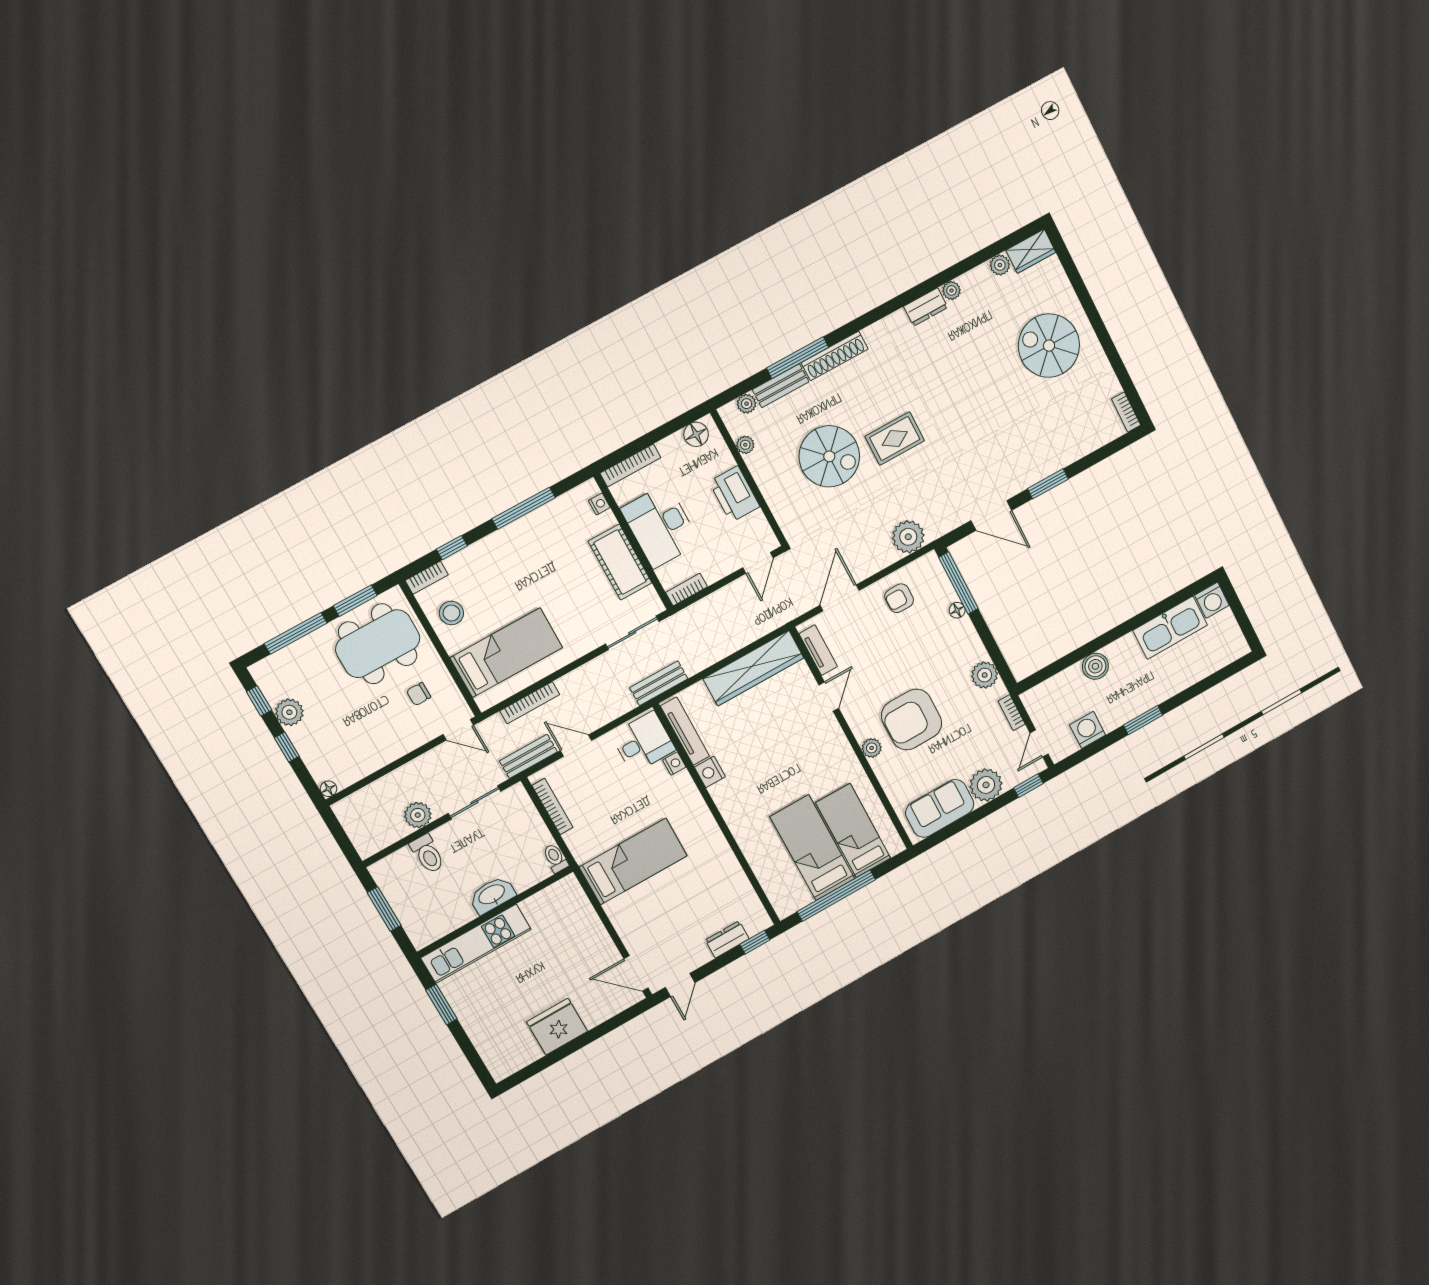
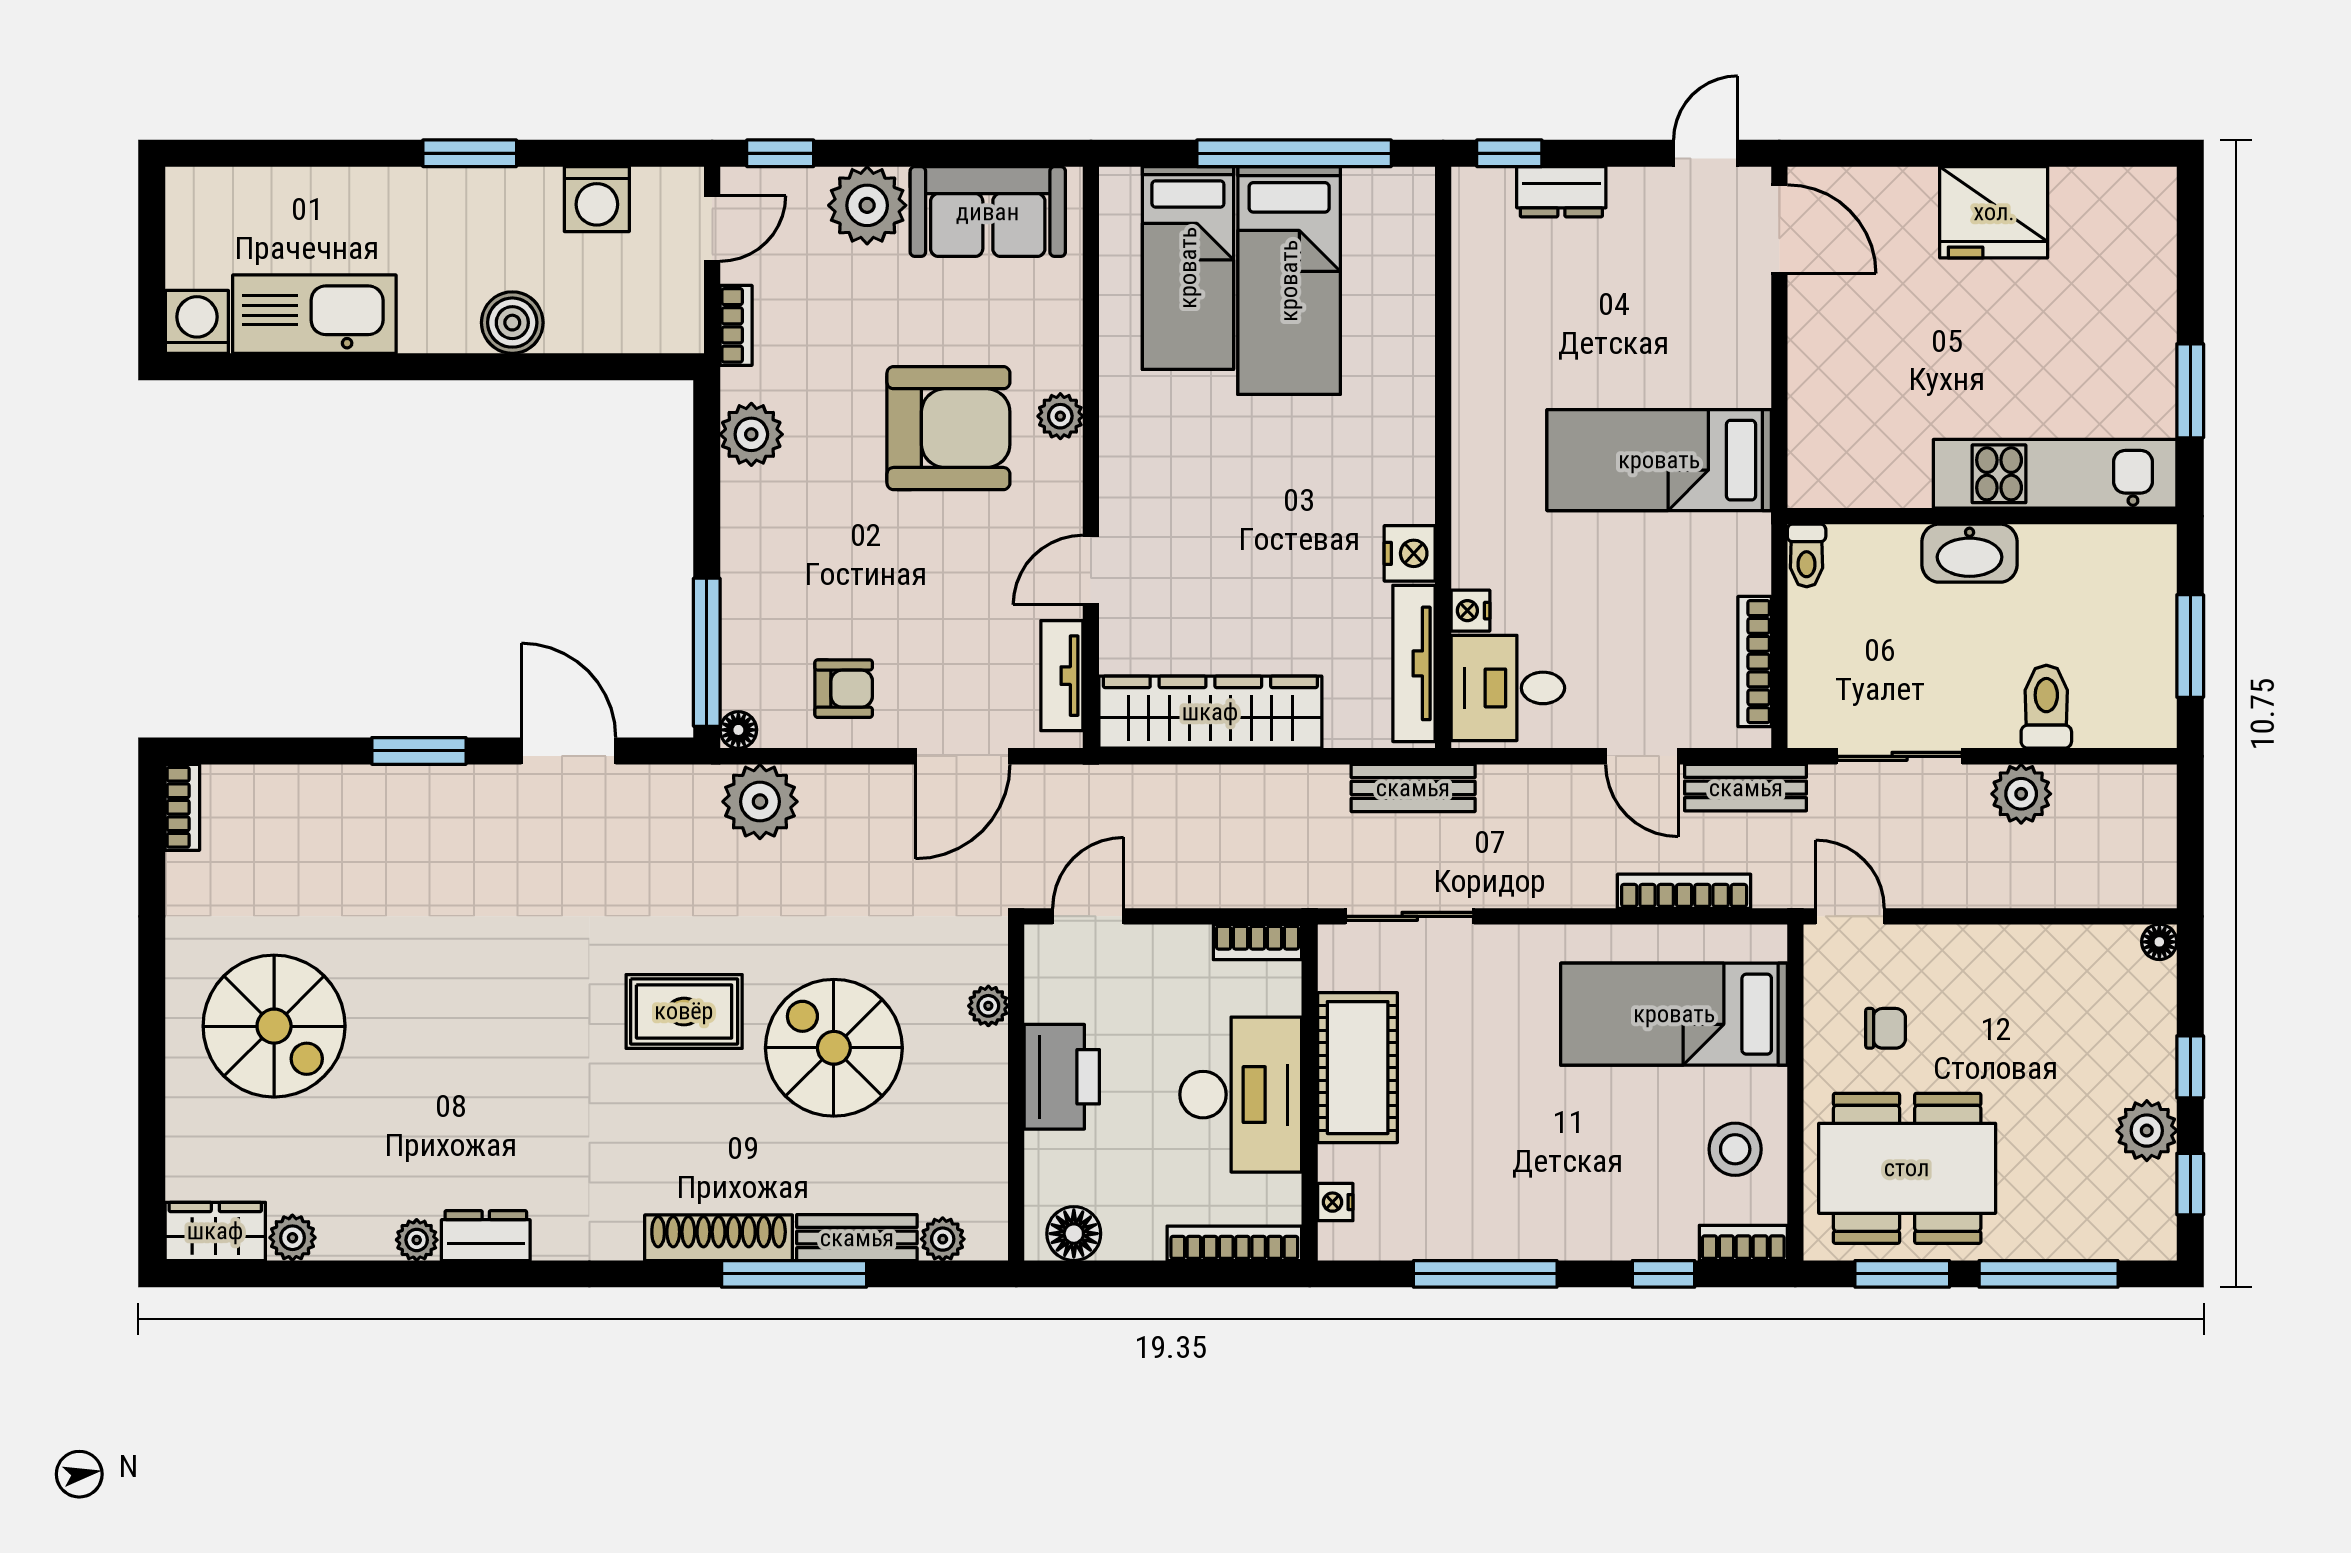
plant: (745, 445) -> (988, 1006), moved
floor lamp: (957, 610) -> (738, 730), moved

